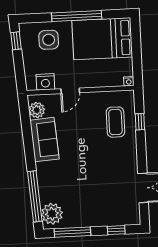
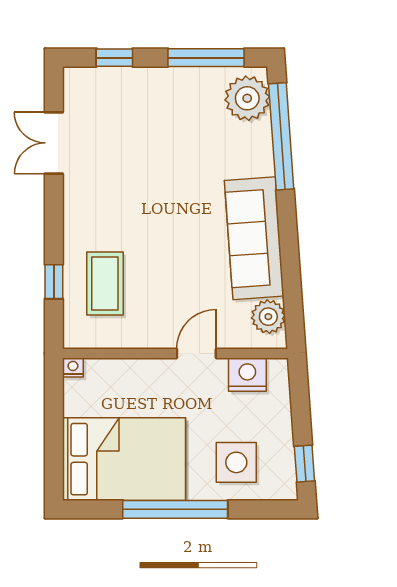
sofa: (44, 140) -> (254, 238), width x1.36

